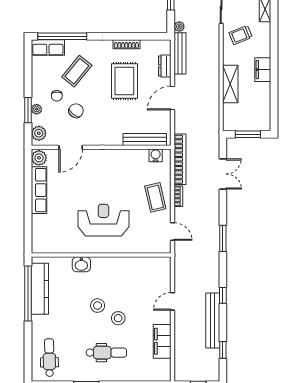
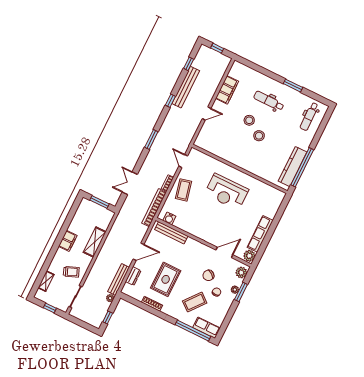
washbasin: (81, 264) -> (256, 169), removed

